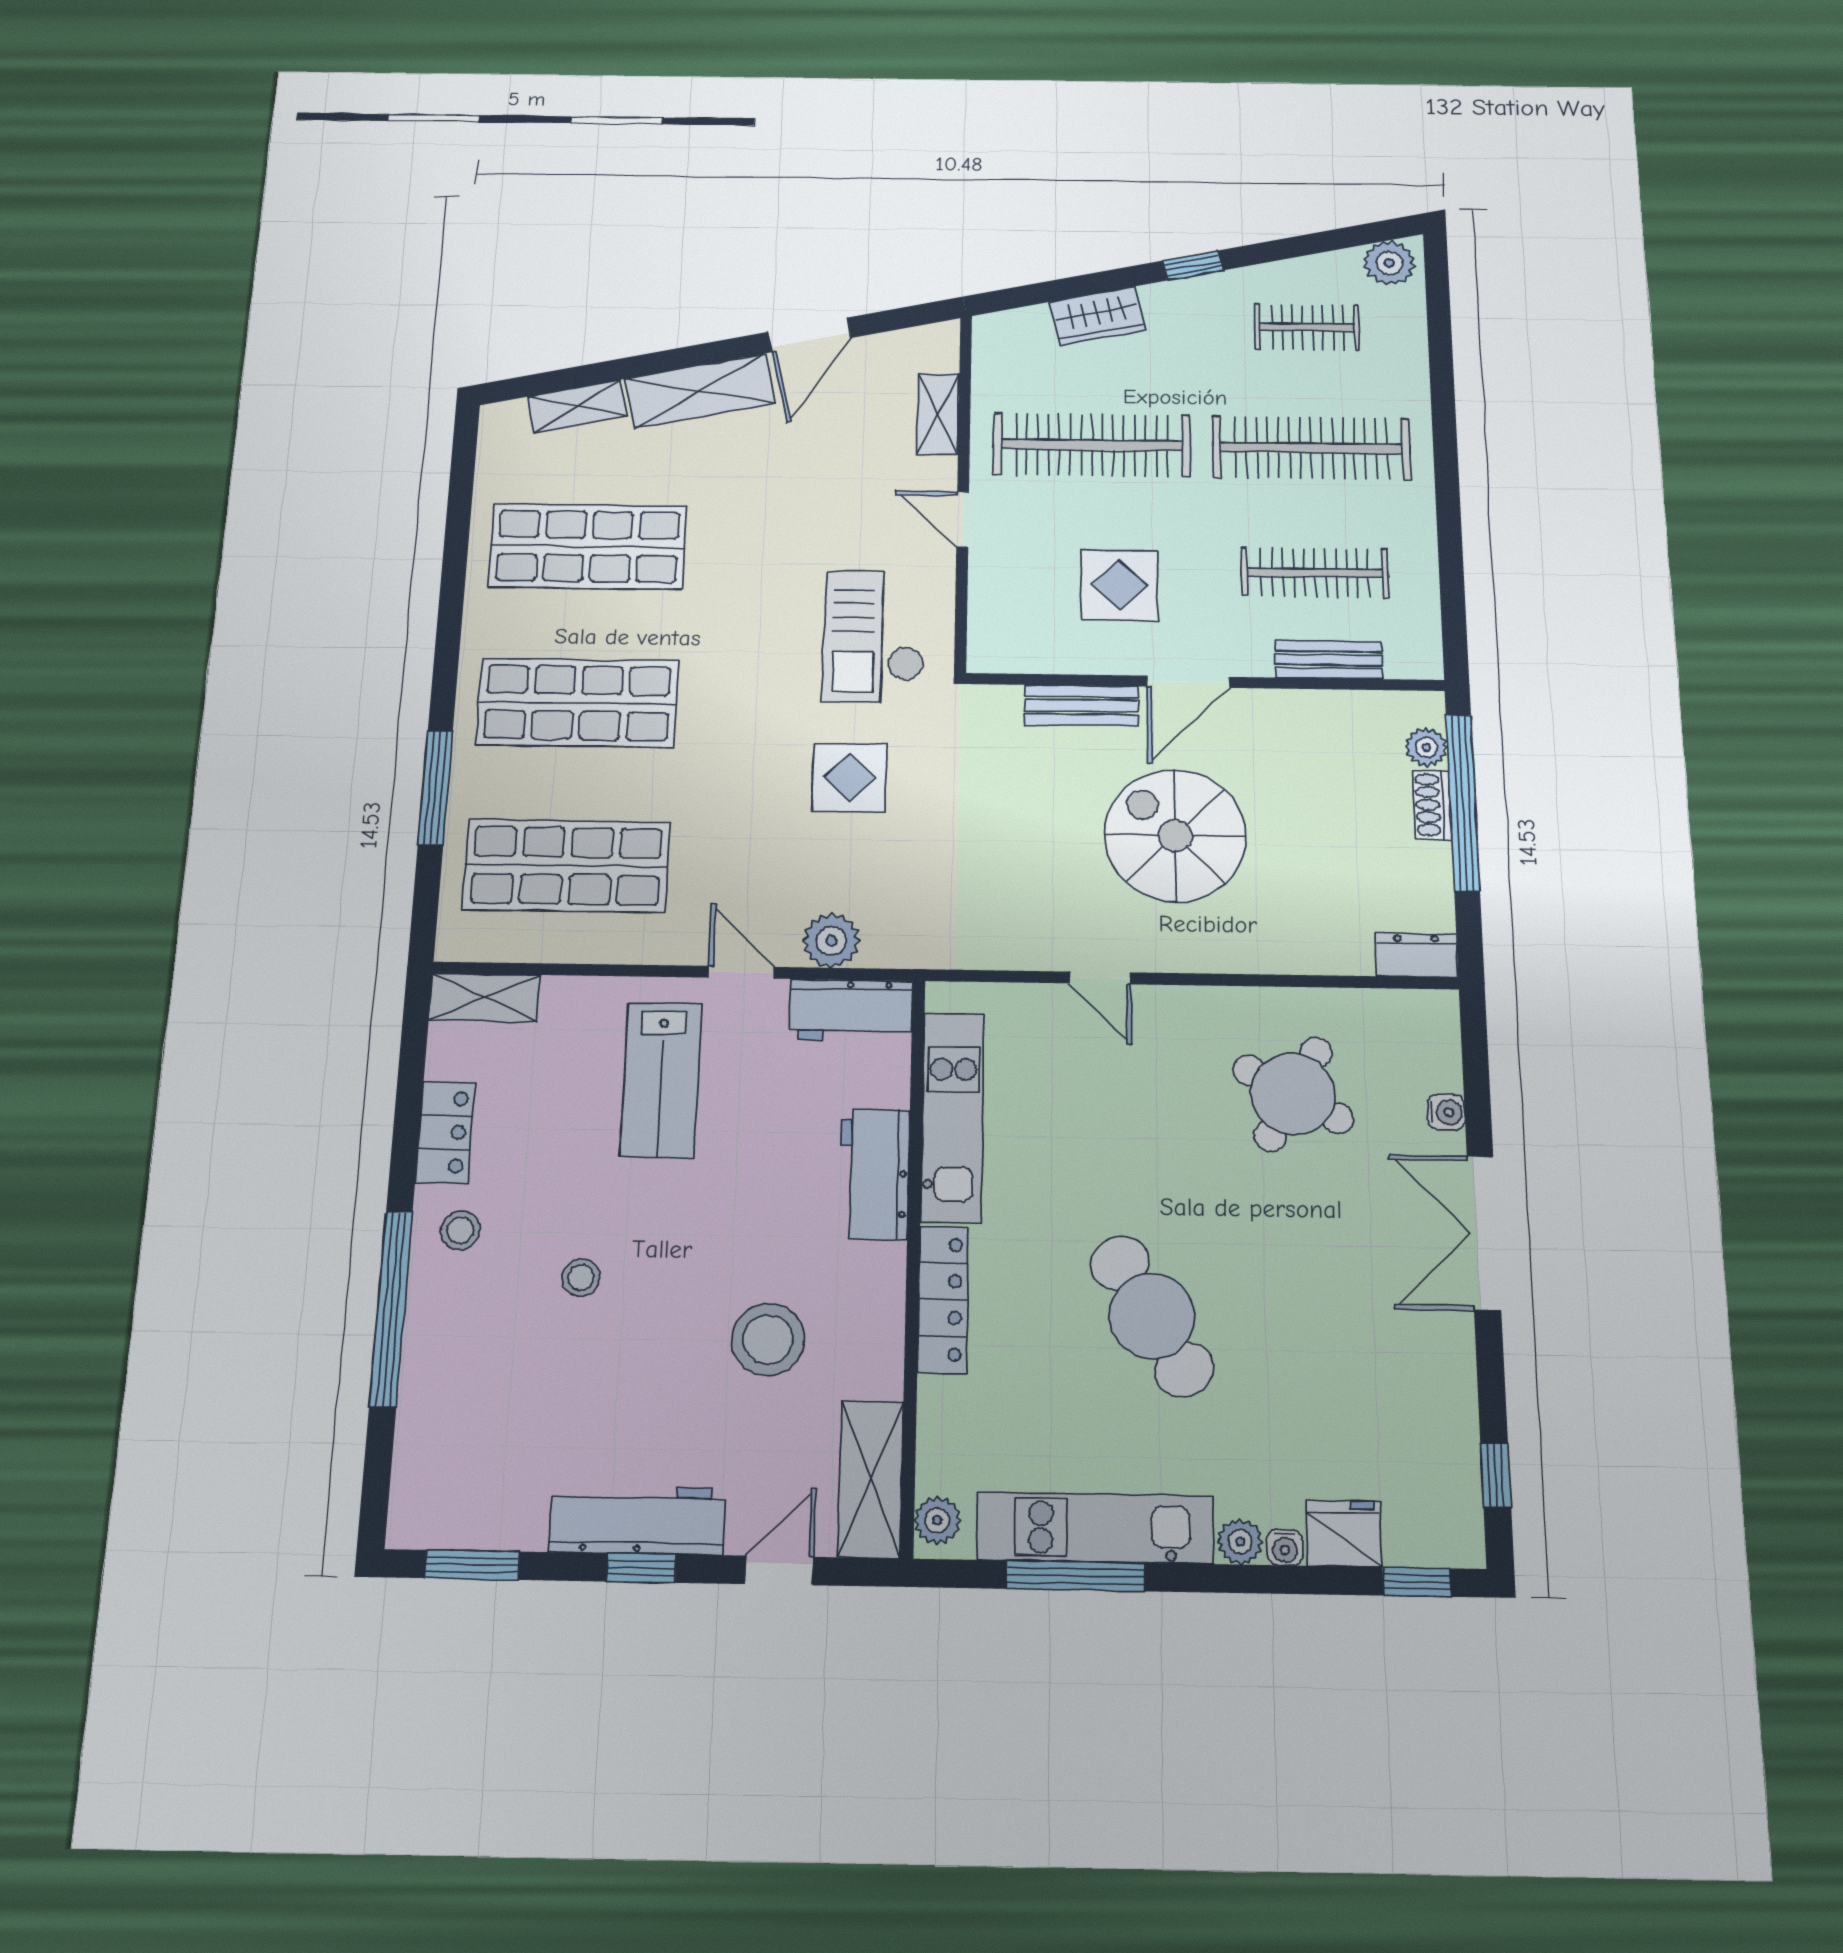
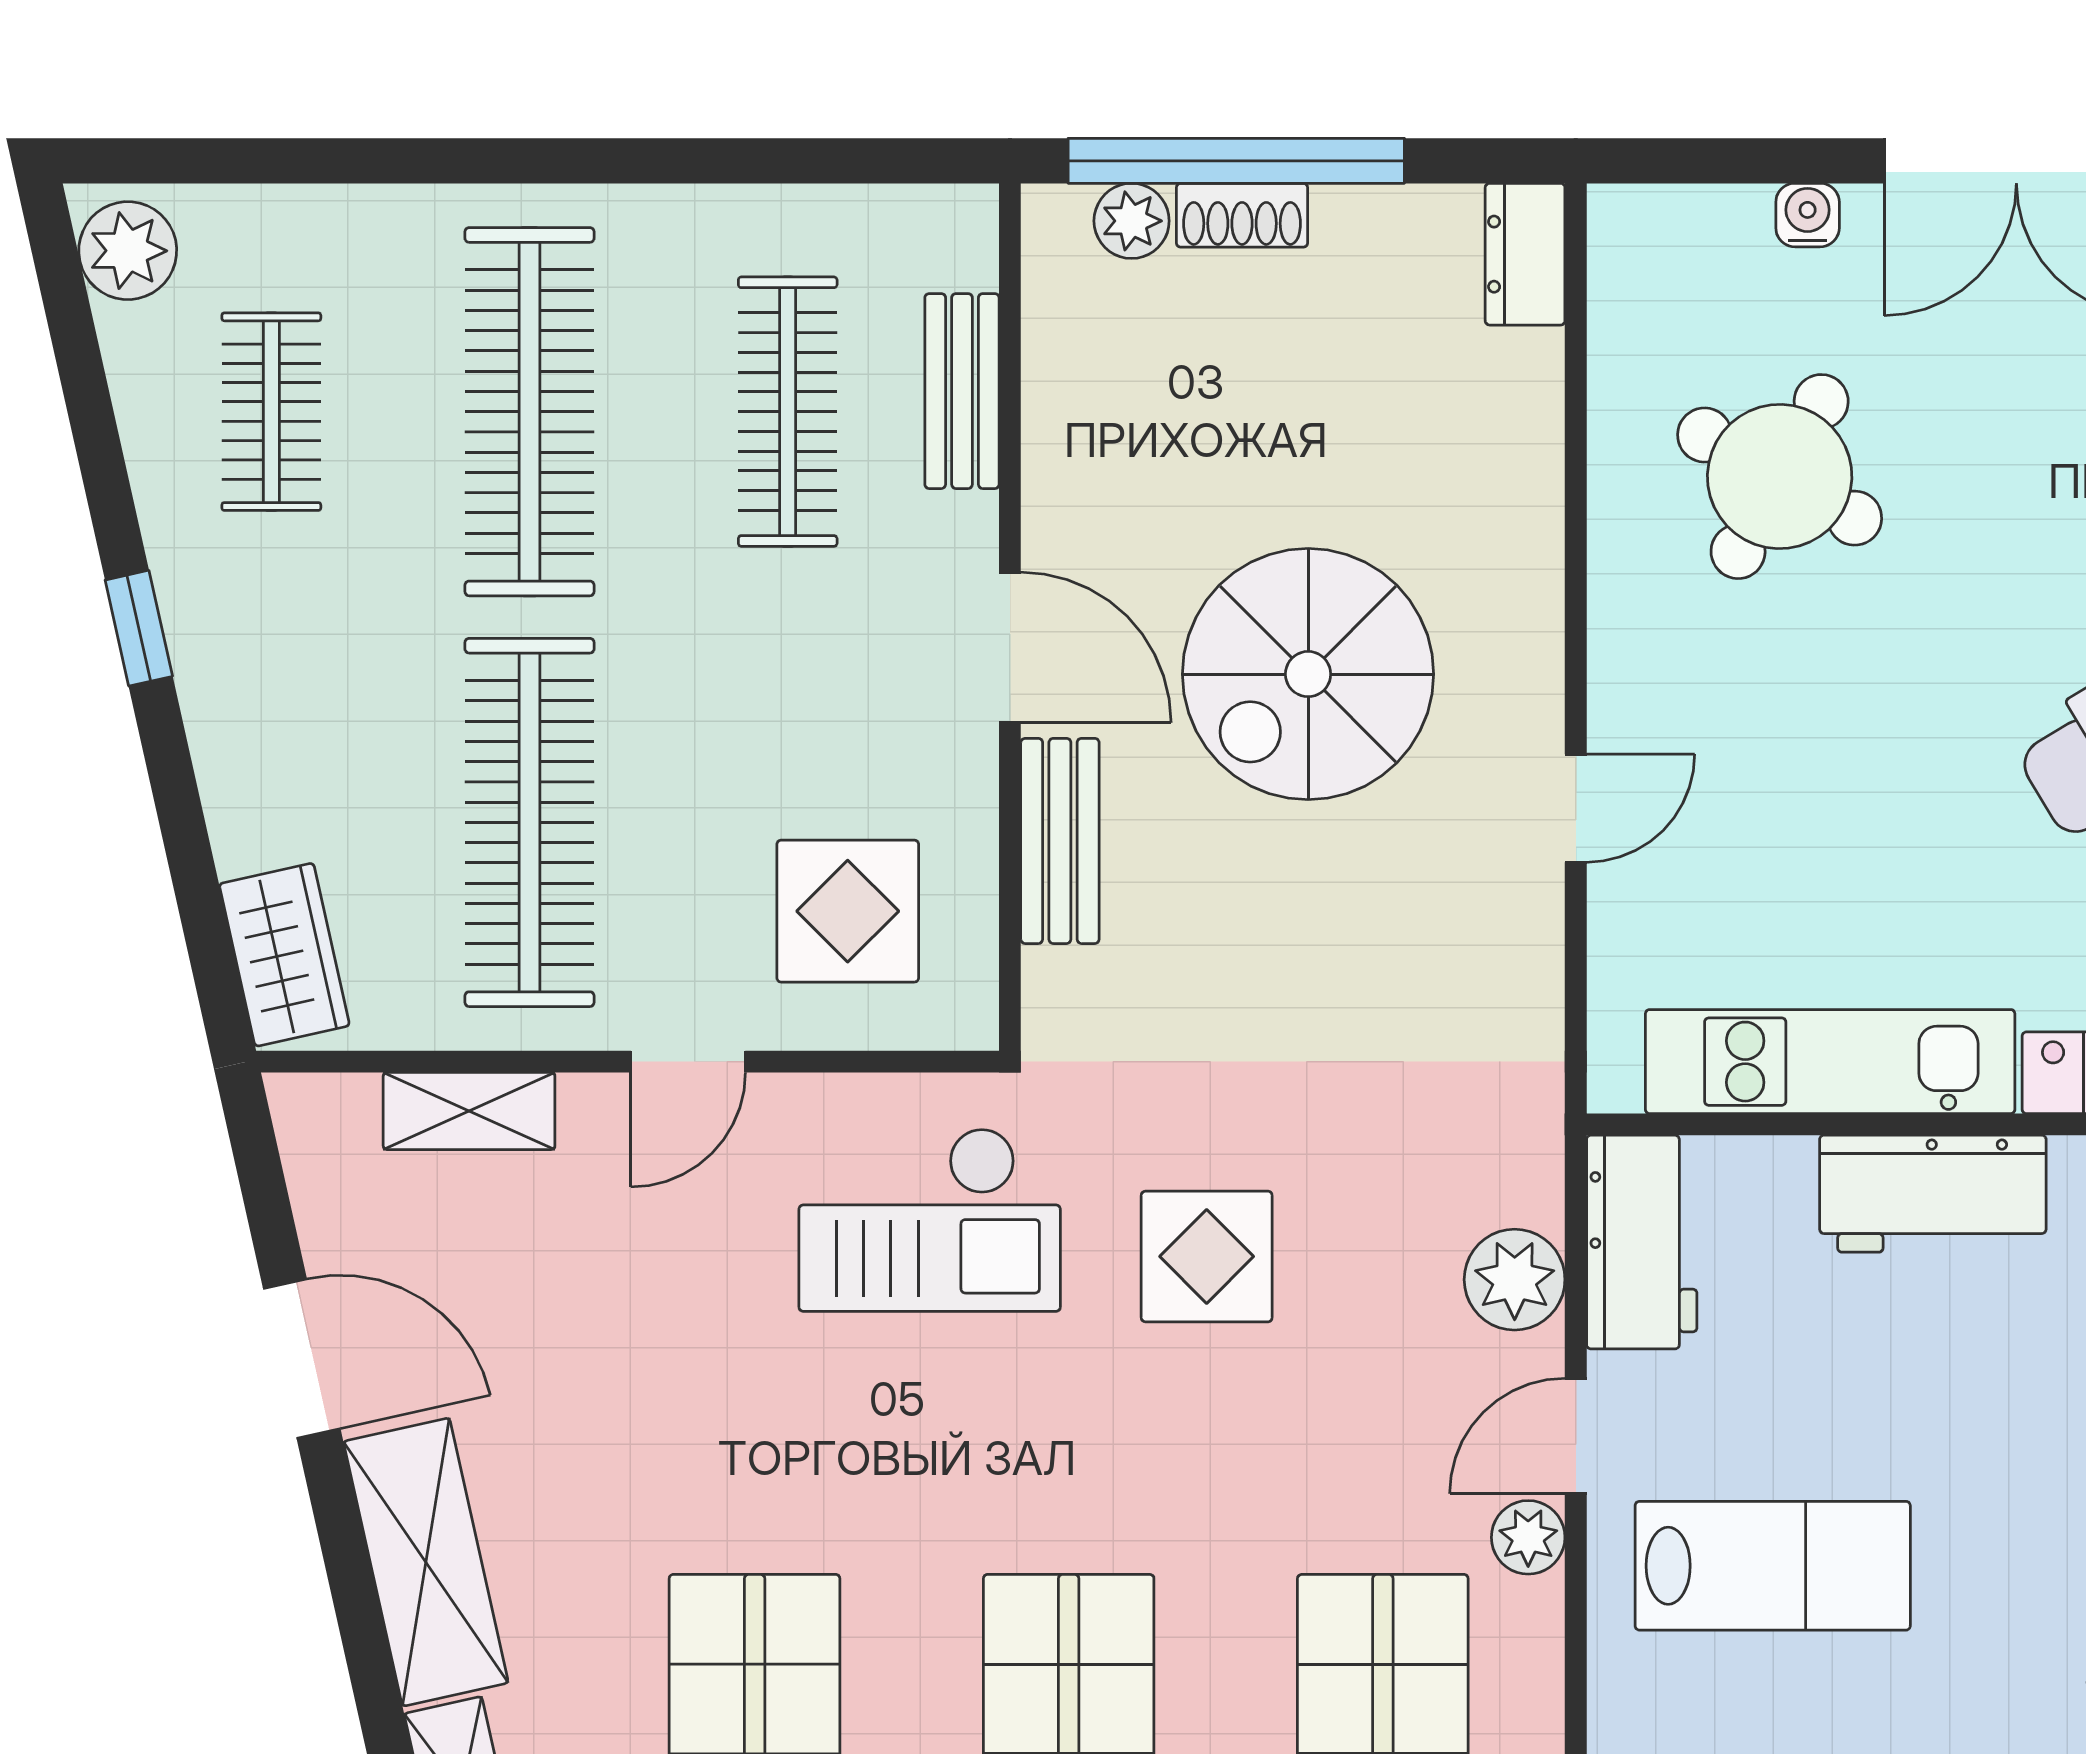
wardrobe: (1097, 316) -> (284, 955), moved
display table: (1119, 585) -> (848, 911), moved
plant: (684, 946) -> (1528, 1537), added

